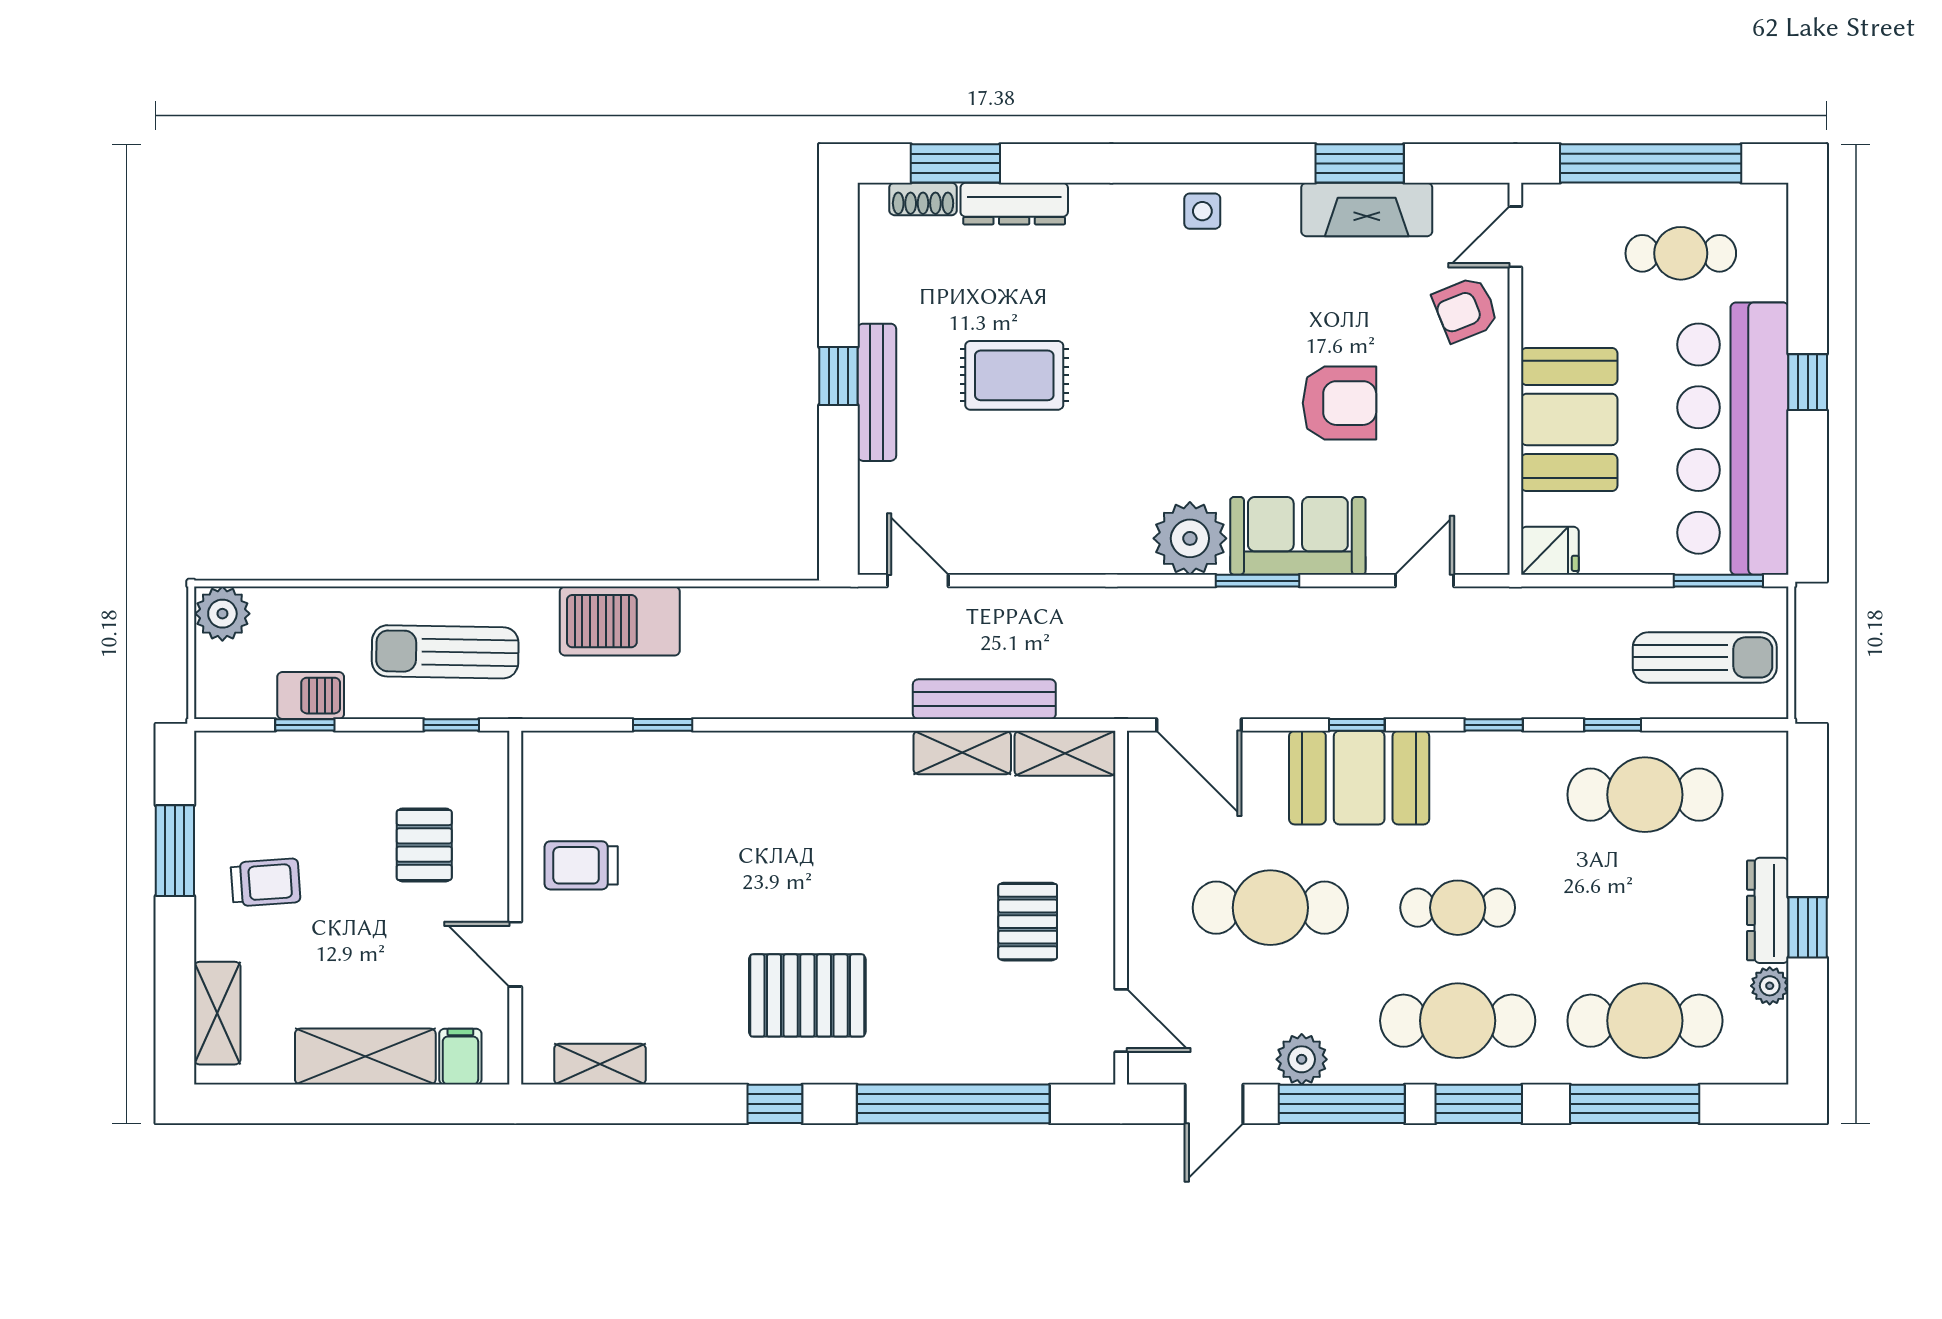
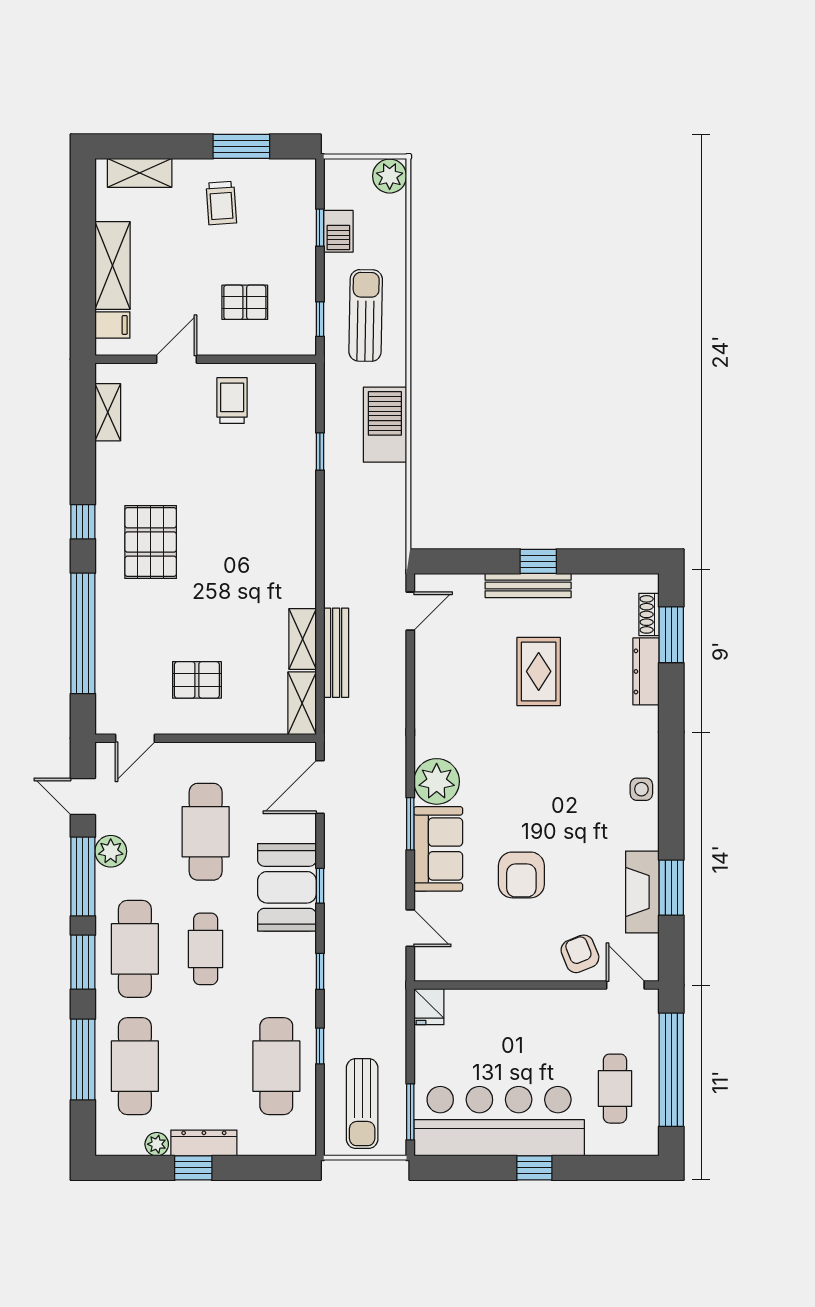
booth: (1569, 419) -> (511, 1019), removed

